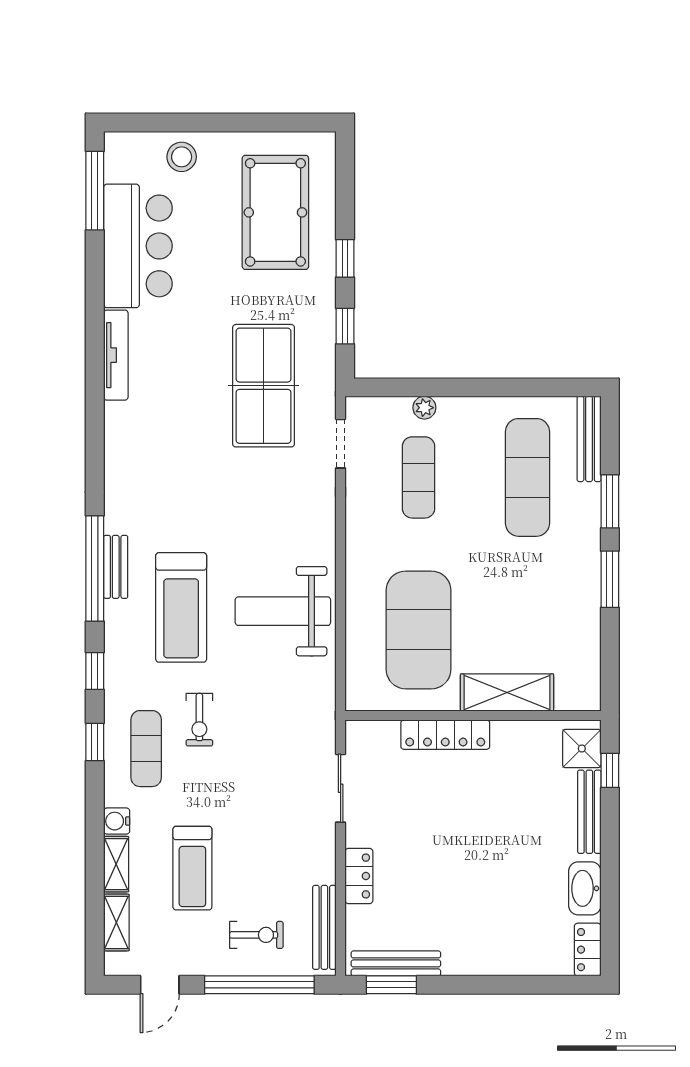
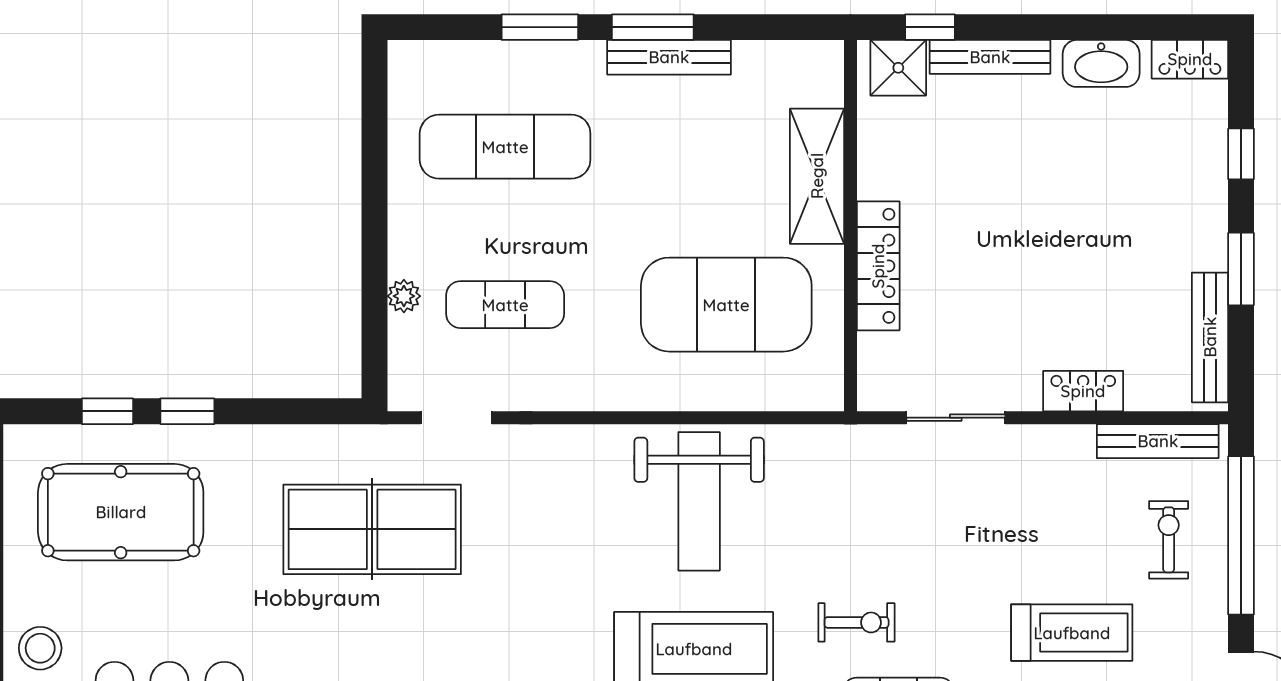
window: (345, 326) -> (107, 411), moved
bench: (589, 439) -> (669, 57), moved
window: (391, 985) -> (1241, 269), moved
window: (522, 985) -> (1241, 154), added

